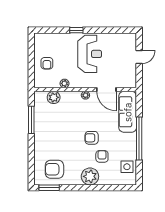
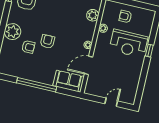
reception desk: (90, 54) -> (129, 44), moved
door: (139, 57) -> (111, 102), swing flipped
sofa: (128, 112) -> (69, 81), width x0.73
side table: (127, 167) -> (13, 68), removed

